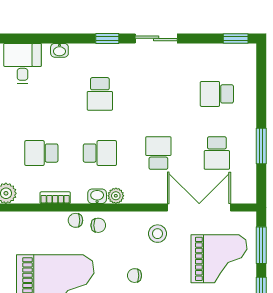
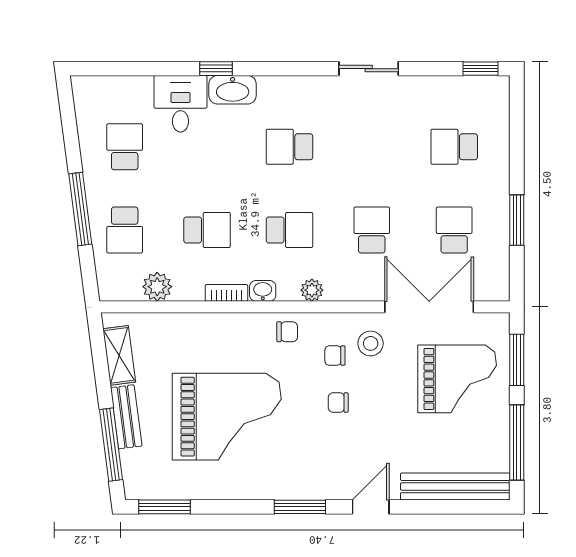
window: (107, 38) -> (216, 69), moved
washbasin: (59, 50) -> (233, 90), width x1.91, depth x1.45
school desk: (100, 94) -> (289, 147), turned 90
school desk: (41, 153) -> (207, 230), turned 180
school desk: (217, 153) -> (454, 230), turned 180
washbasin: (97, 196) -> (263, 291), moved
chair: (75, 220) -> (335, 356), moved

